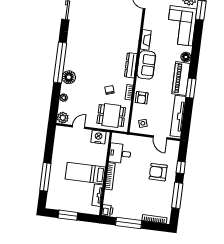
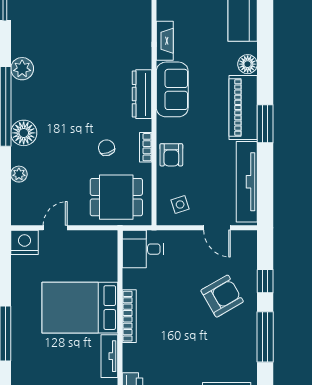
plant: (63, 118) -> (22, 69), moved
nightstand: (98, 137) -> (24, 242), moved
desk: (120, 153) -> (143, 249), moved
armchair: (158, 172) -> (222, 296), turned 150
bed: (85, 173) -> (80, 308), width x1.50

